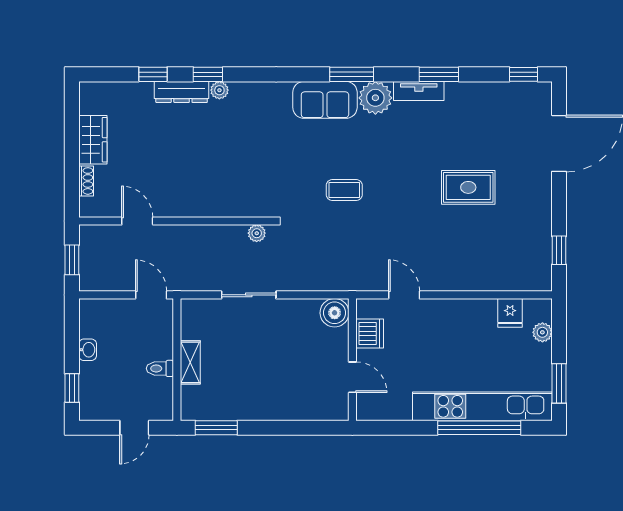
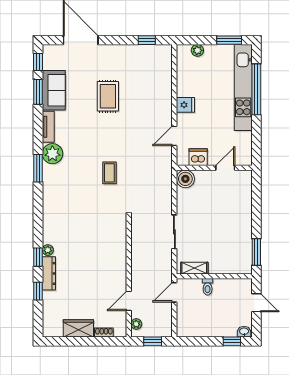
window: (439, 74) -> (38, 92), moved
sofa: (325, 100) -> (54, 90), moved
plant: (257, 233) -> (136, 324), moved
fridge: (510, 313) -> (185, 105), moved
washbasin: (88, 350) -> (244, 332), moved
shelving: (190, 362) -> (194, 268), moved
toilet: (160, 368) -> (208, 287), moved

